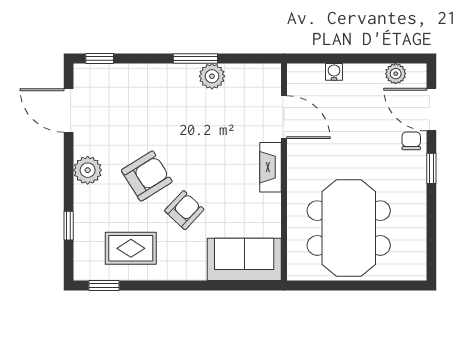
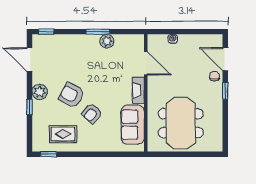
plant: (396, 74) -> (206, 40), removed
armchair: (147, 176) -> (72, 95), turned -120
armchair: (184, 210) -> (92, 113), turned 180
window: (69, 226) -> (29, 107), moved
sofa: (244, 259) -> (133, 125), moved, turned -90

